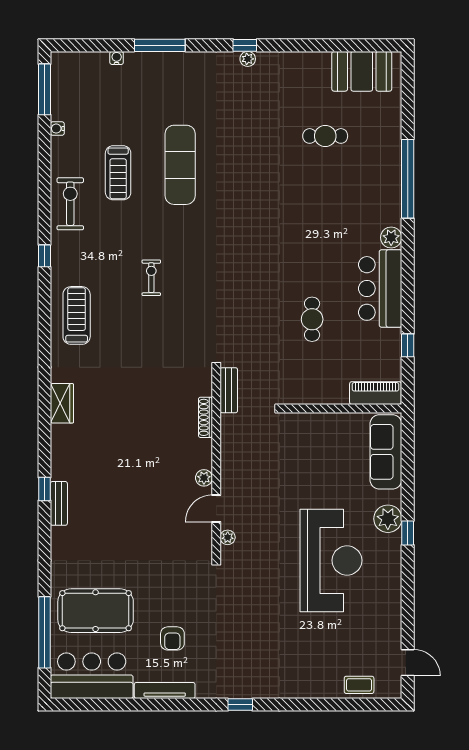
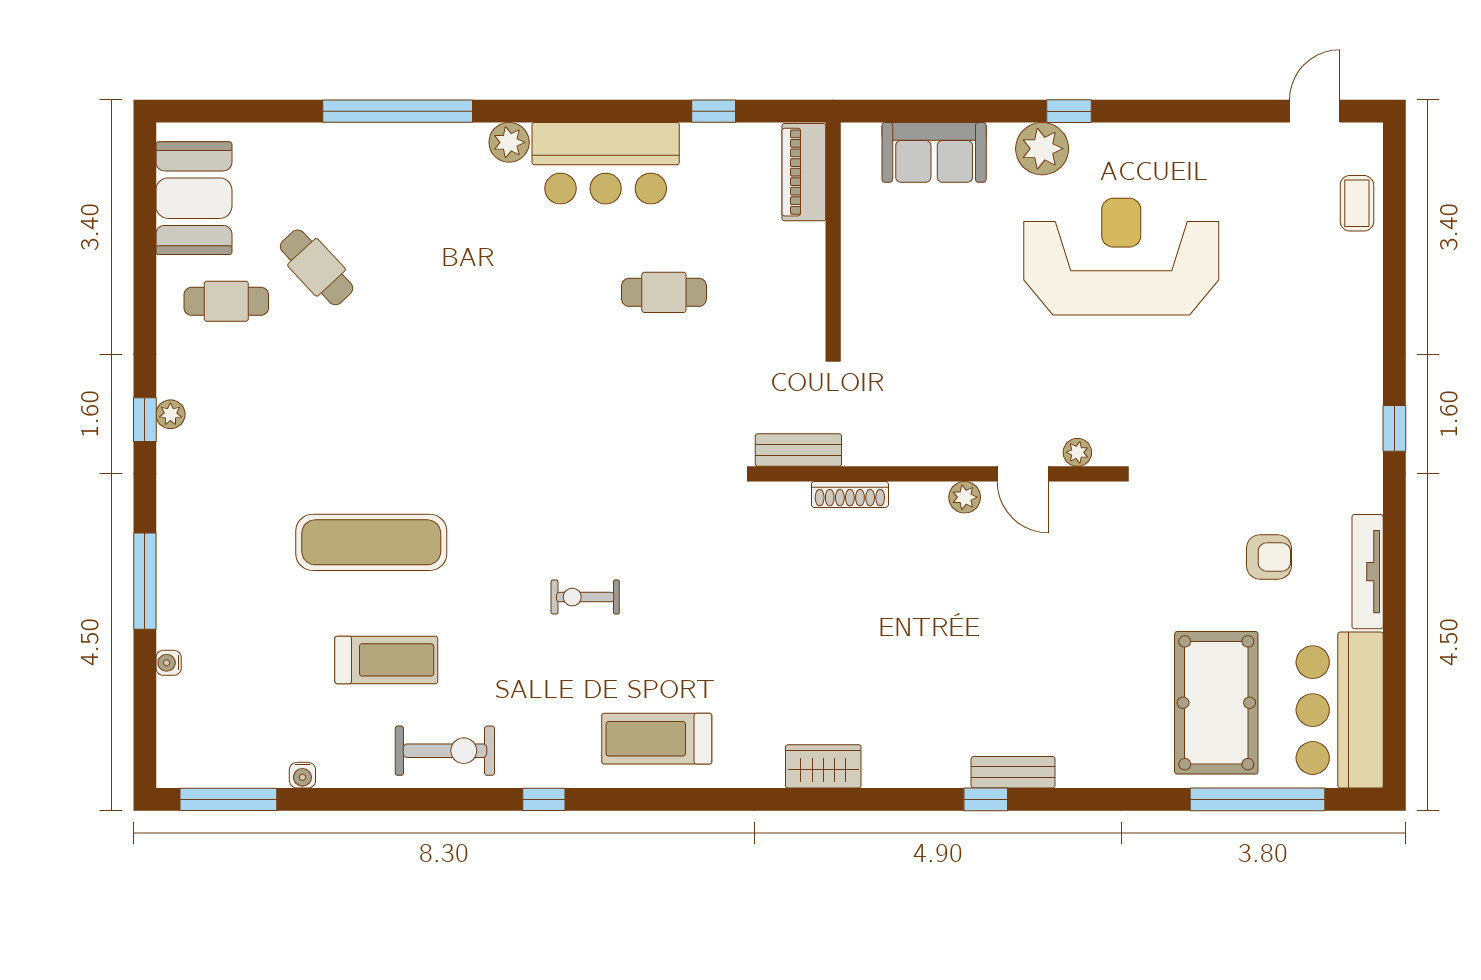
cafe table: (307, 88) -> (226, 301), added
cafe table: (325, 136) -> (317, 267), turned -43
exercise bike: (70, 204) -> (445, 751), turned 180
sofa: (386, 452) -> (934, 152), width x0.73

